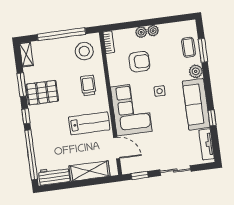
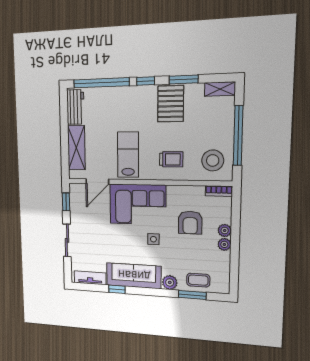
lab bench: (89, 123) -> (128, 155), turned 180

